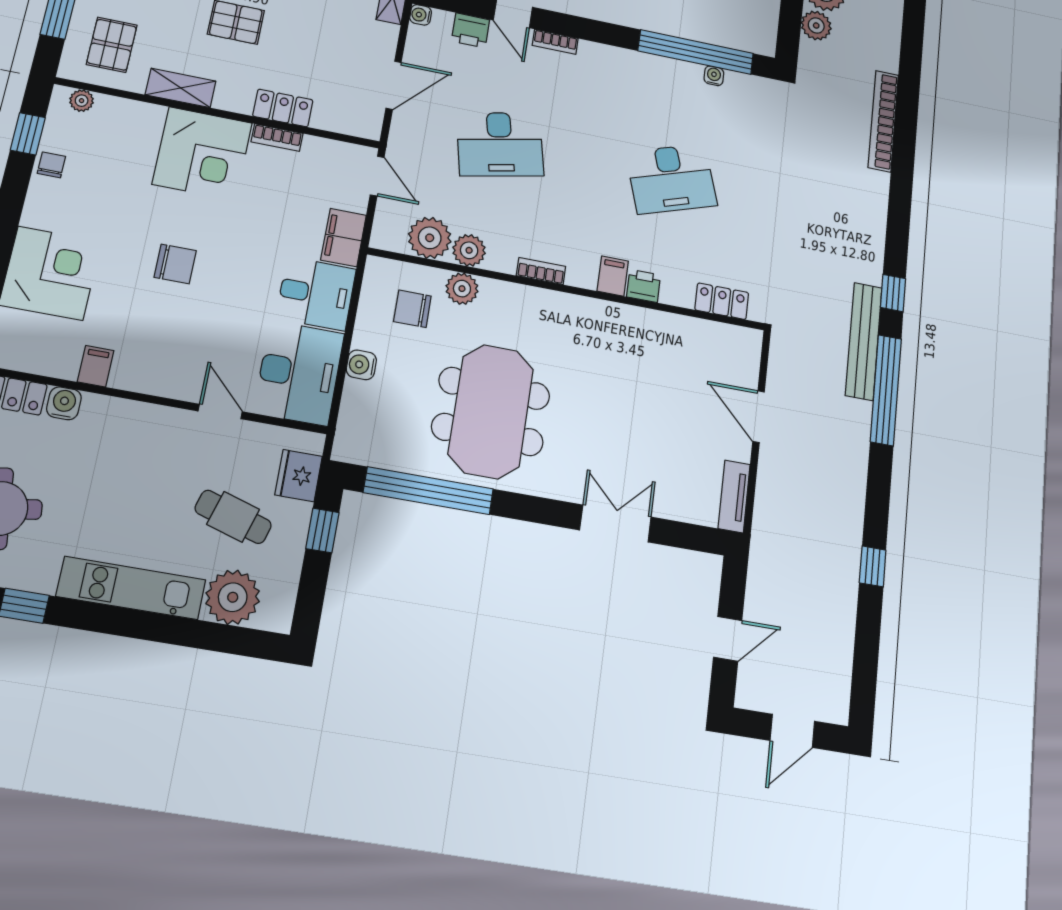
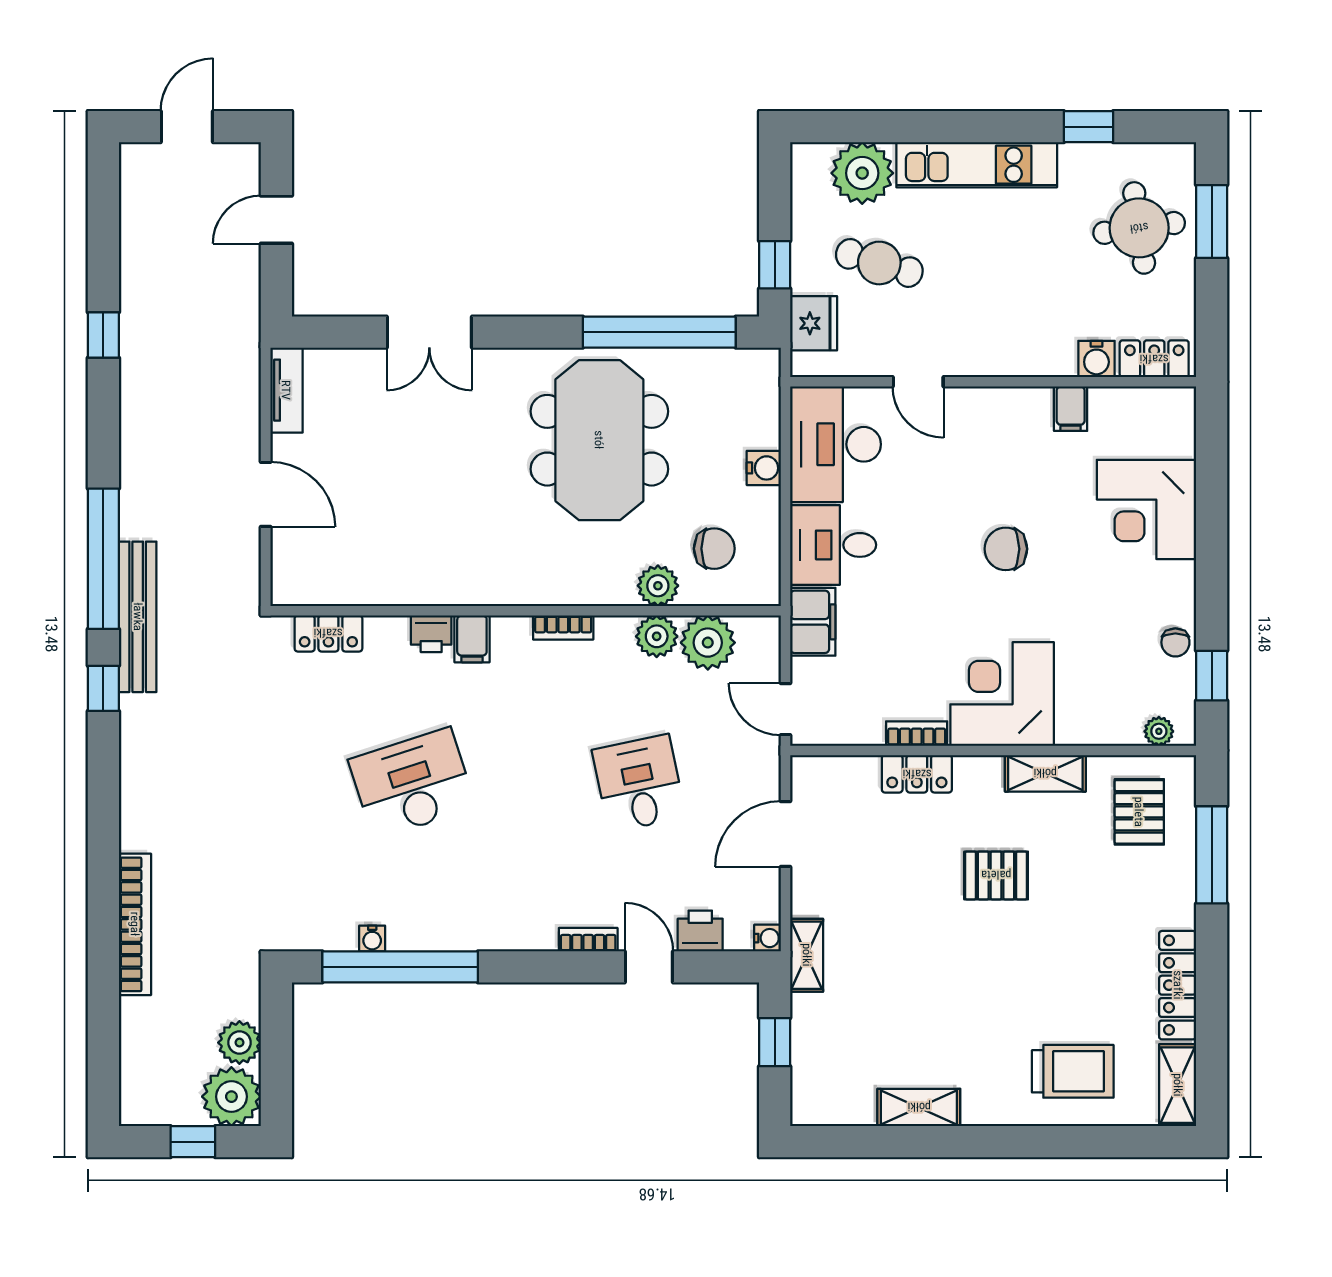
desk: (500, 144) -> (639, 783), width x0.73

